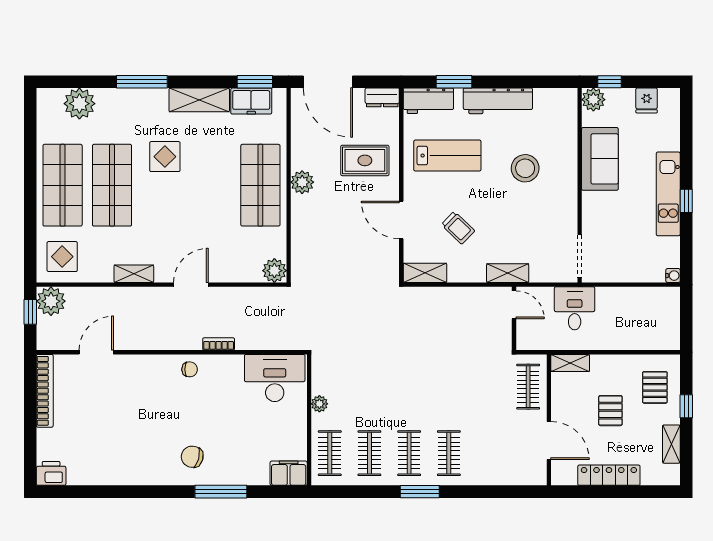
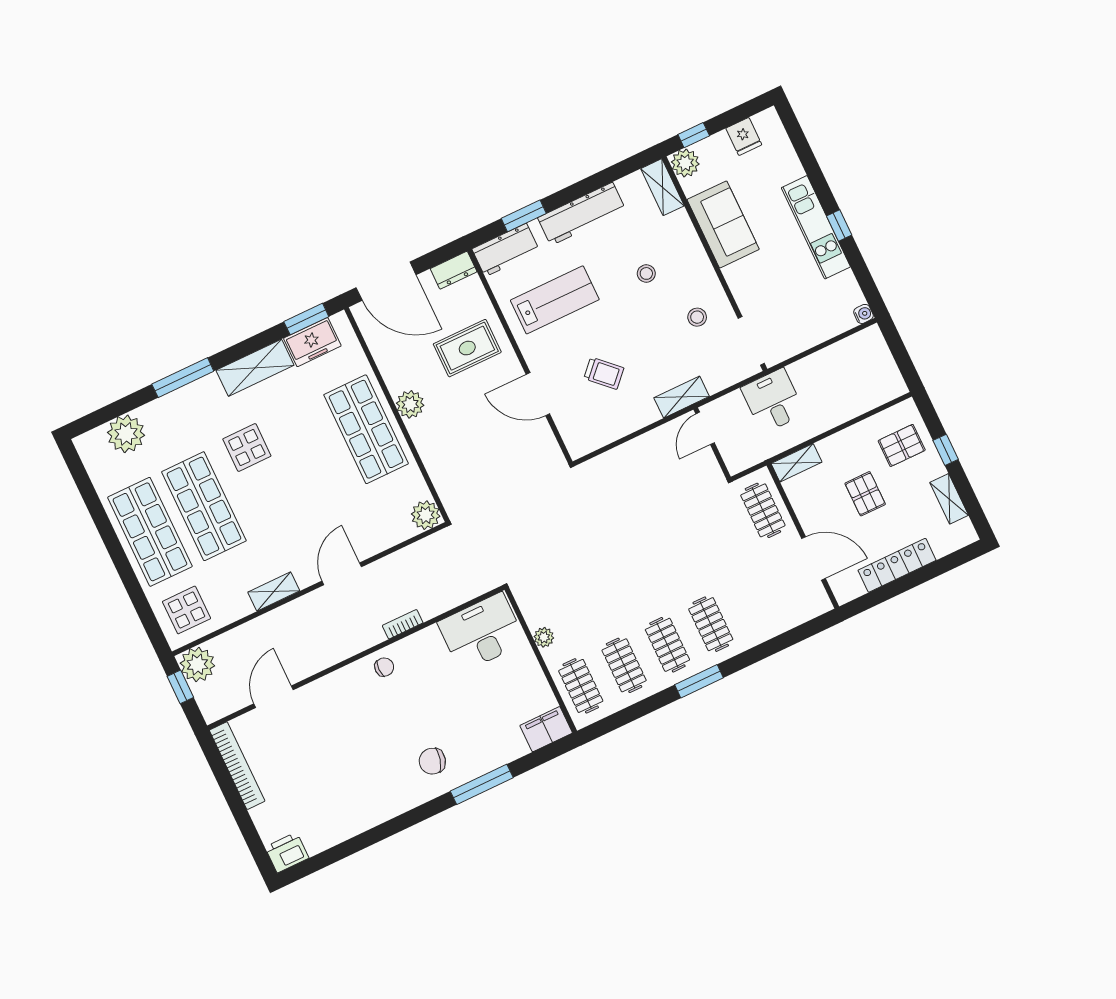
stool: (525, 168) -> (646, 273), width x0.53, depth x0.53
stool: (548, 219) -> (697, 317), added
shelving: (425, 273) -> (663, 187), moved, turned 90
door: (514, 305) -> (705, 428), swing flipped
pallet: (655, 387) -> (902, 445), turned 90

